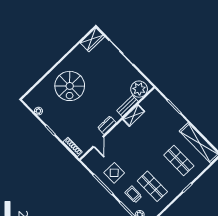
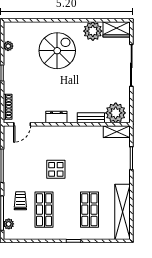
plant: (79, 54) -> (93, 31), added
spiral stairs: (70, 86) -> (57, 51), turned 180
shelving: (134, 115) -> (117, 132), moved
door: (98, 142) -> (22, 124), moved
display table: (114, 173) -> (56, 169), moved

